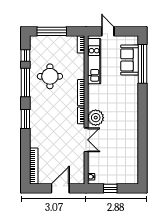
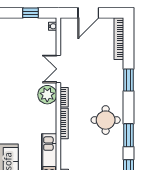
round table: (50, 76) -> (106, 120), moved
window: (25, 83) -> (129, 135), width x0.69
window: (25, 119) -> (129, 80), moved

